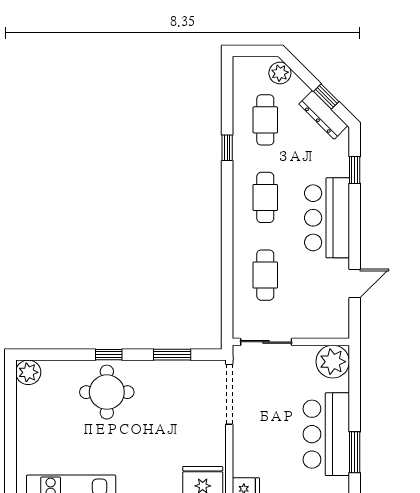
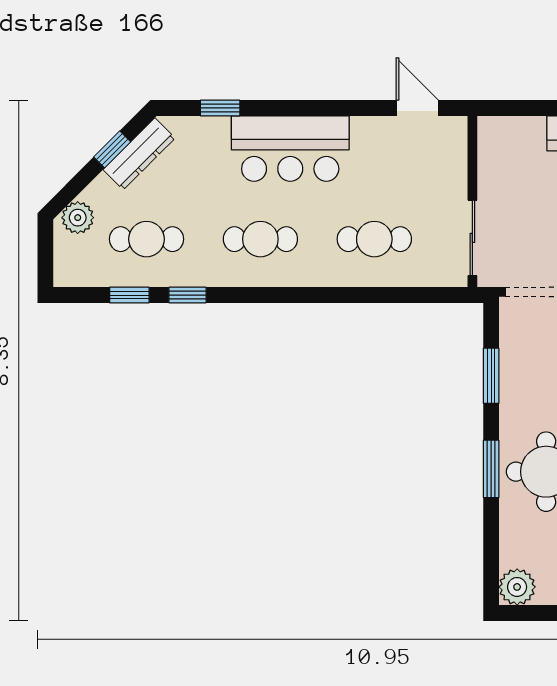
window: (227, 108) -> (129, 295), added
door: (355, 284) -> (417, 108), moved
window: (109, 355) -> (491, 469), width x1.50
plant: (333, 362) -> (501, 140), removed

